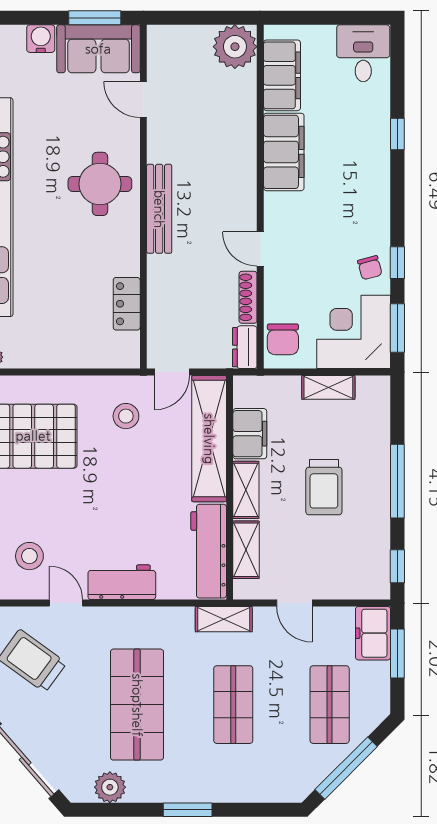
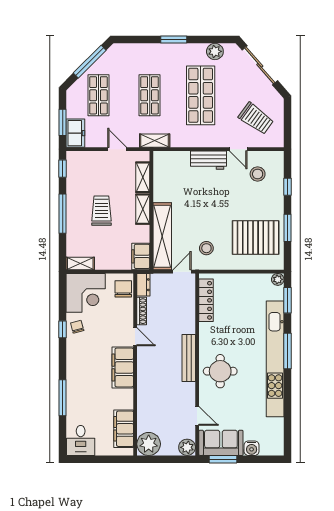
plant: (162, 40) -> (187, 447), added
window: (397, 134) -> (63, 398), width x2.17
filing cabinet: (284, 152) -> (123, 367), moved
locker: (127, 304) -> (206, 300), width x1.53
window: (397, 328) -> (63, 295), removed
shelving: (328, 387) -> (80, 263), moved
filing cabinet: (250, 434) -> (141, 256), moved
workbench: (209, 551) -> (163, 177), removed

